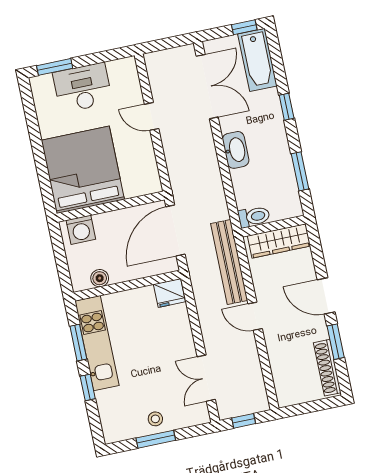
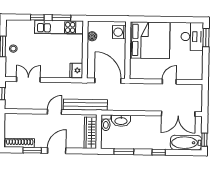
desk: (83, 88) -> (192, 37), moved
washbasin: (236, 150) -> (121, 121), moved

